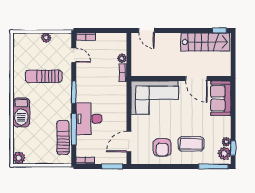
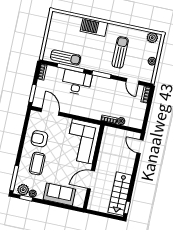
door: (146, 30) -> (140, 147), hinge flipped
door: (74, 55) -> (132, 81), hinge flipped
sofa: (221, 98) -> (59, 194), moved
plant: (19, 158) -> (152, 38), moved

